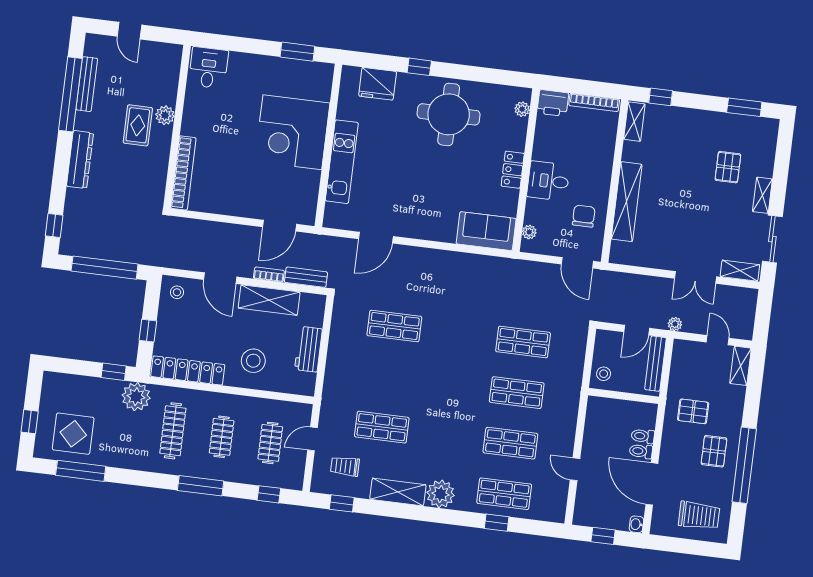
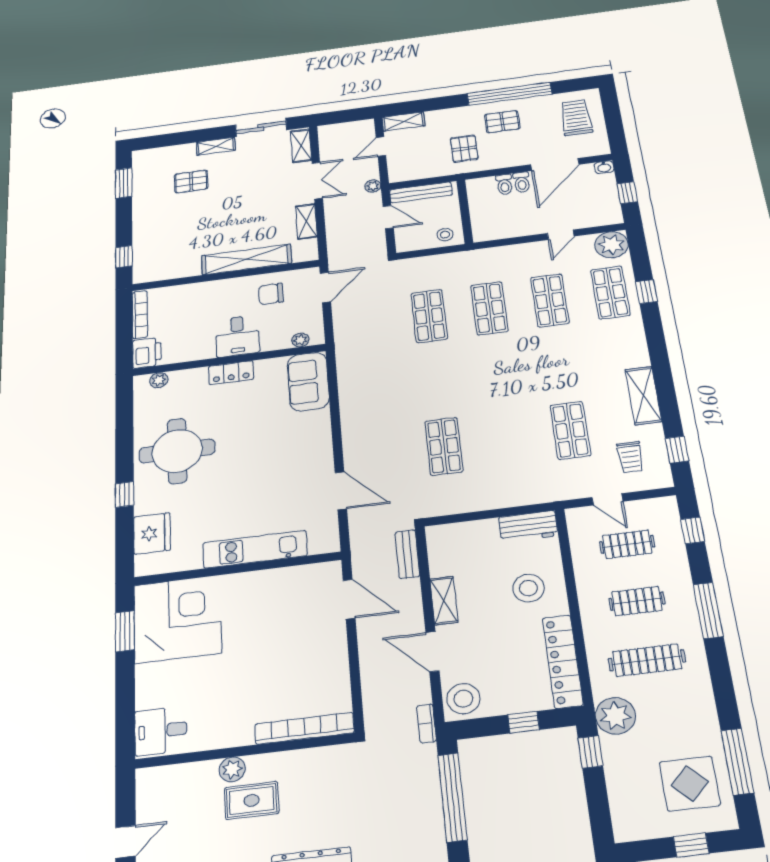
shelving: (634, 122) -> (306, 221), moved, turned 90
corner desk: (292, 132) -> (177, 619), moved, turned -90
bookcase: (269, 275) -> (426, 723), moved
door: (220, 278) -> (432, 652), swing flipped
stool: (177, 292) -> (463, 699), width x1.89, depth x1.89
shelving: (269, 300) -> (444, 601), width x0.67, depth x0.75
workbench: (308, 349) -> (528, 526), moved
plant: (441, 494) -> (611, 245), moved

